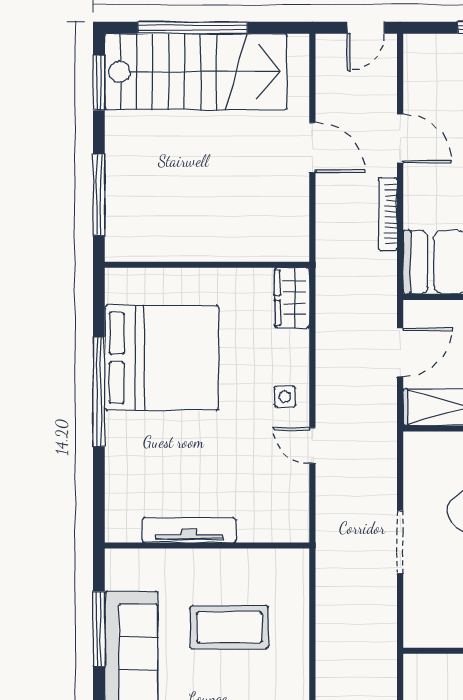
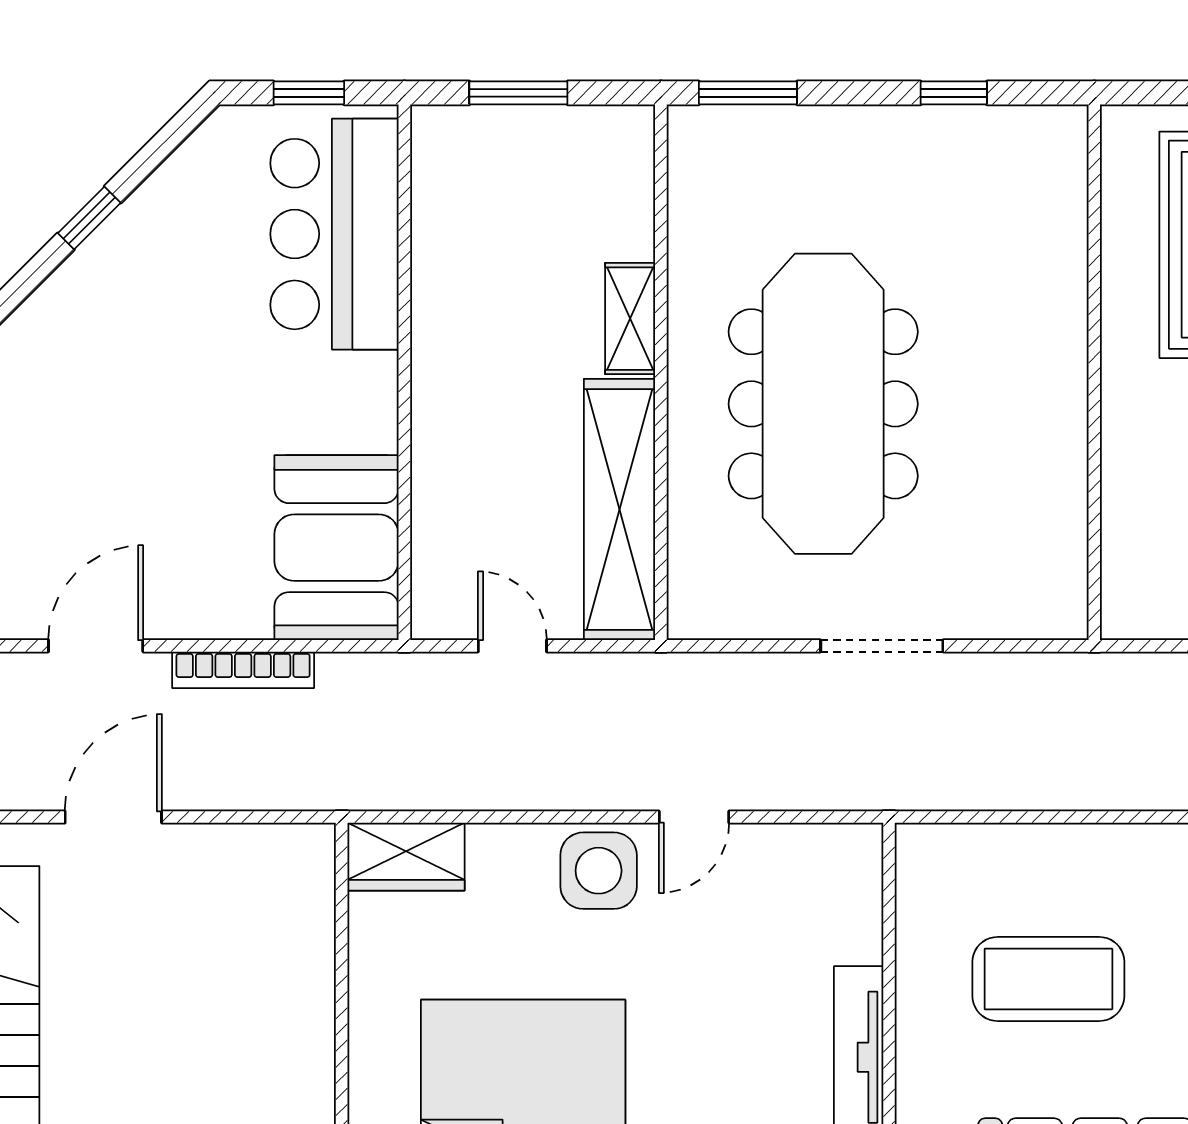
door: (400, 352) -> (512, 646), width x0.73
side table: (285, 397) -> (599, 871), width x1.87, depth x1.87
coffee table: (229, 627) -> (1048, 979), turned 90

